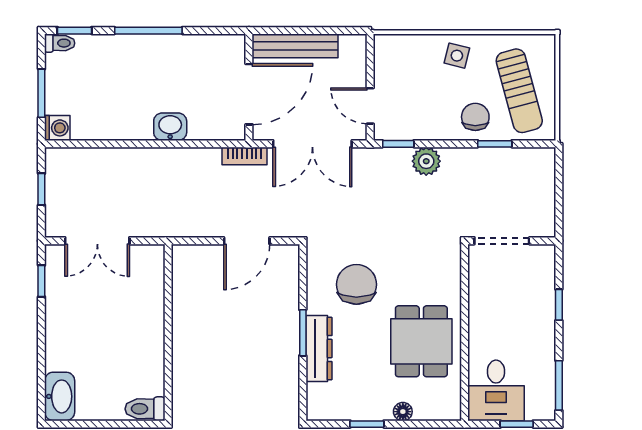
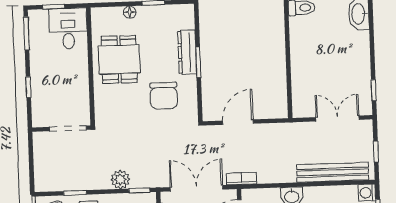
bench: (108, 160) -> (333, 172), added

